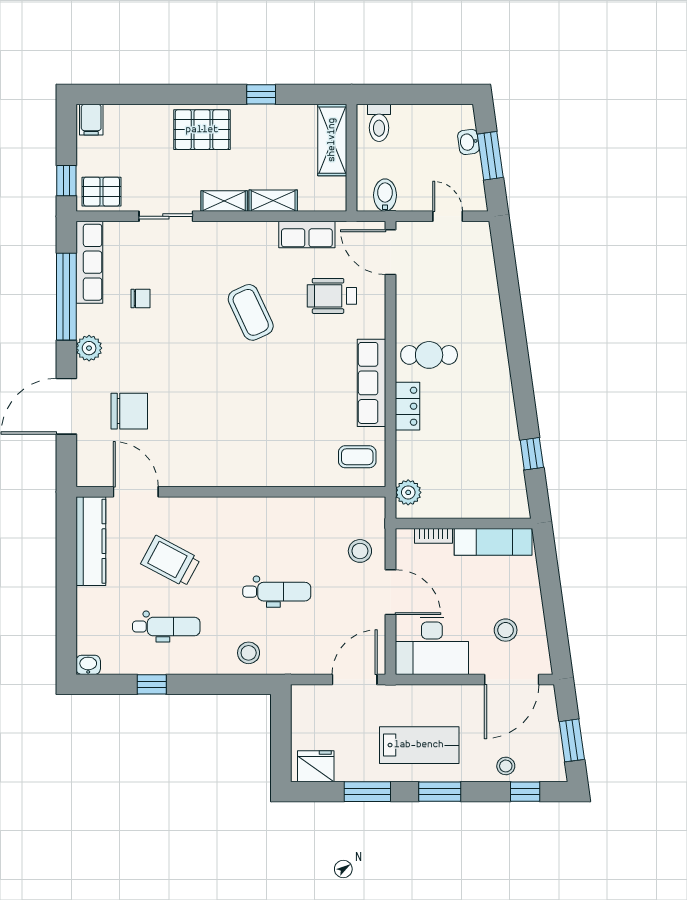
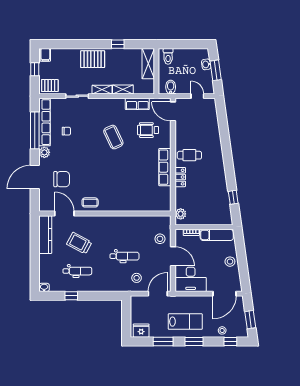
window: (66, 181) -> (35, 69), moved
row of seats: (89, 262) -> (45, 122), width x1.36
coffee table: (357, 457) -> (90, 202), moved
stool: (506, 630) -> (230, 262), moved
stool: (249, 653) -> (137, 278), moved

